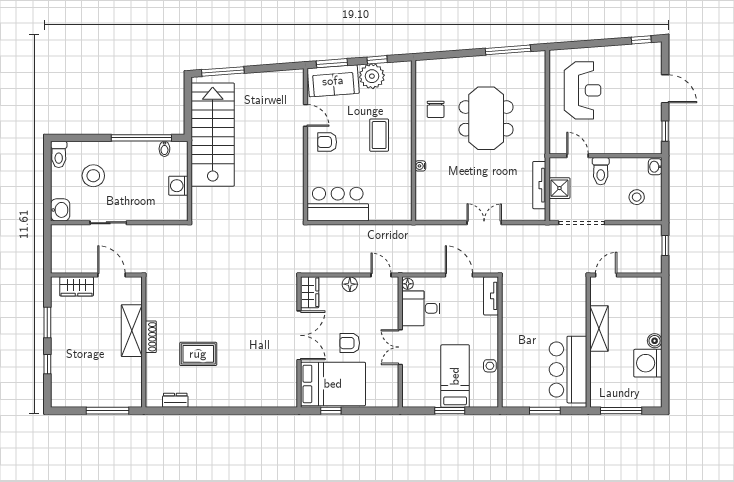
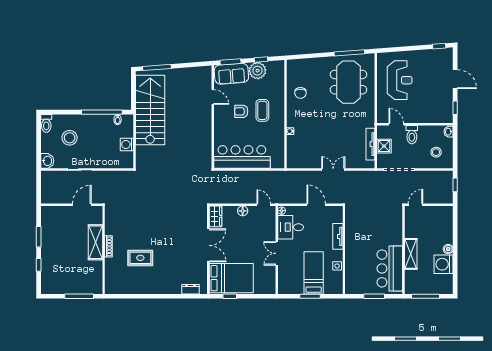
meeting table: (486, 118) -> (348, 82), moved
armchair: (327, 142) -> (241, 111), moved
bar counter: (338, 204) -> (242, 157), width x1.36
door: (111, 275) -> (82, 205), hinge flipped
wardrobe: (77, 286) -> (58, 212), removed
tv unit: (491, 296) -> (338, 236), moved
shelving: (599, 328) -> (411, 254), moved
armchair: (350, 343) -> (243, 251), removed
dresser: (175, 400) -> (190, 289), moved

